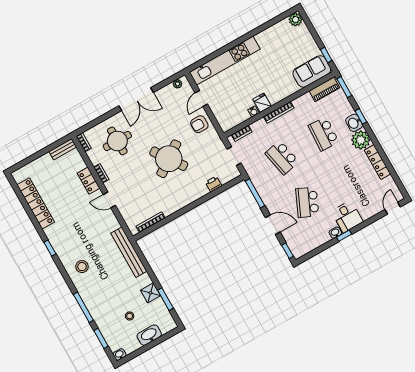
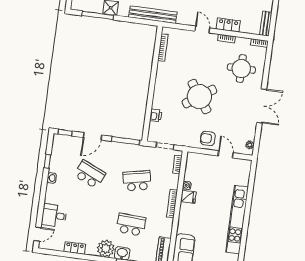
kitchen unit: (225, 61) -> (237, 220), moved
double door: (136, 99) -> (262, 106), swing flipped
armchair: (199, 124) -> (208, 138), turned -90
locker: (377, 162) -> (75, 248), width x0.66
door: (109, 200) -> (202, 30), hinge flipped
door: (393, 208) -> (38, 234), hinge flipped
desk: (347, 217) -> (54, 215), moved
window: (344, 236) -> (47, 161), moved
window: (165, 299) -> (98, 15), width x1.44

